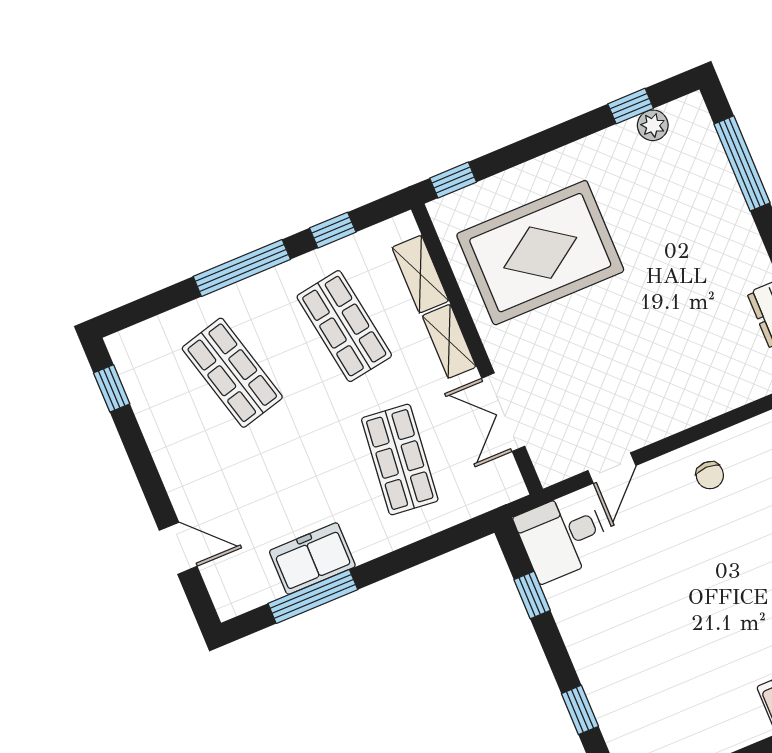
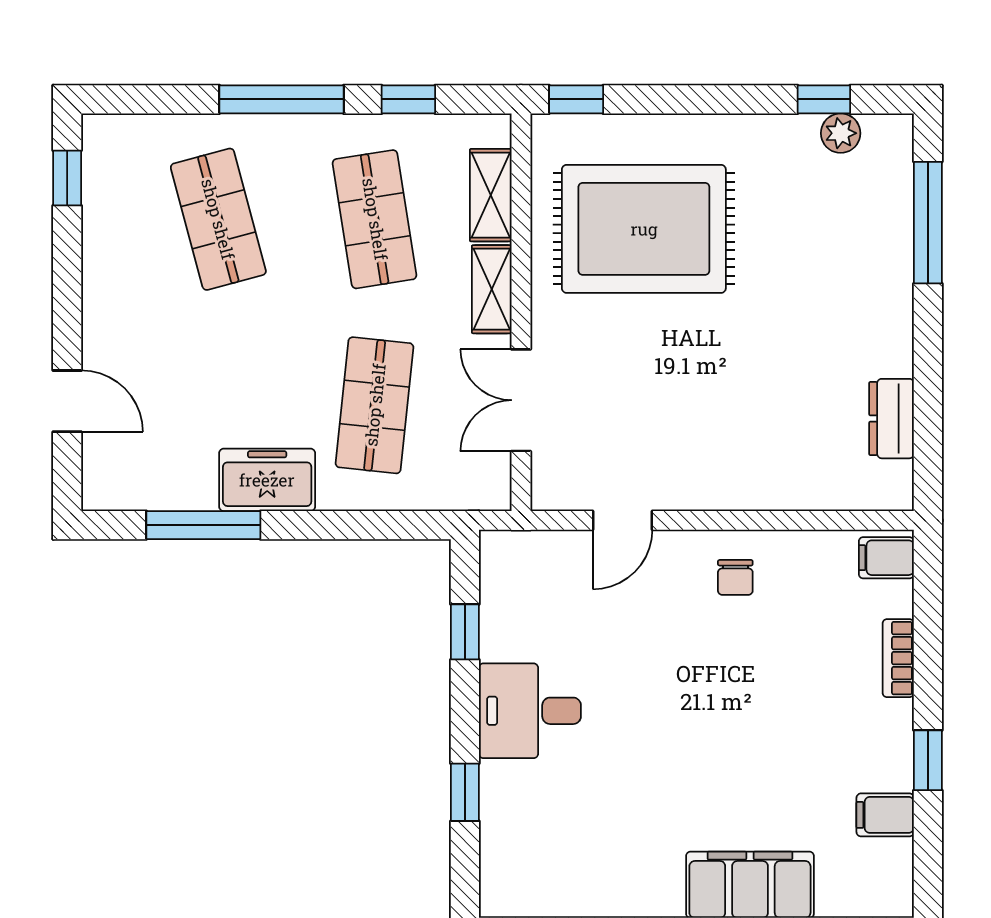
desk: (562, 536) -> (530, 711), moved
freezer: (312, 559) -> (267, 480), moved

